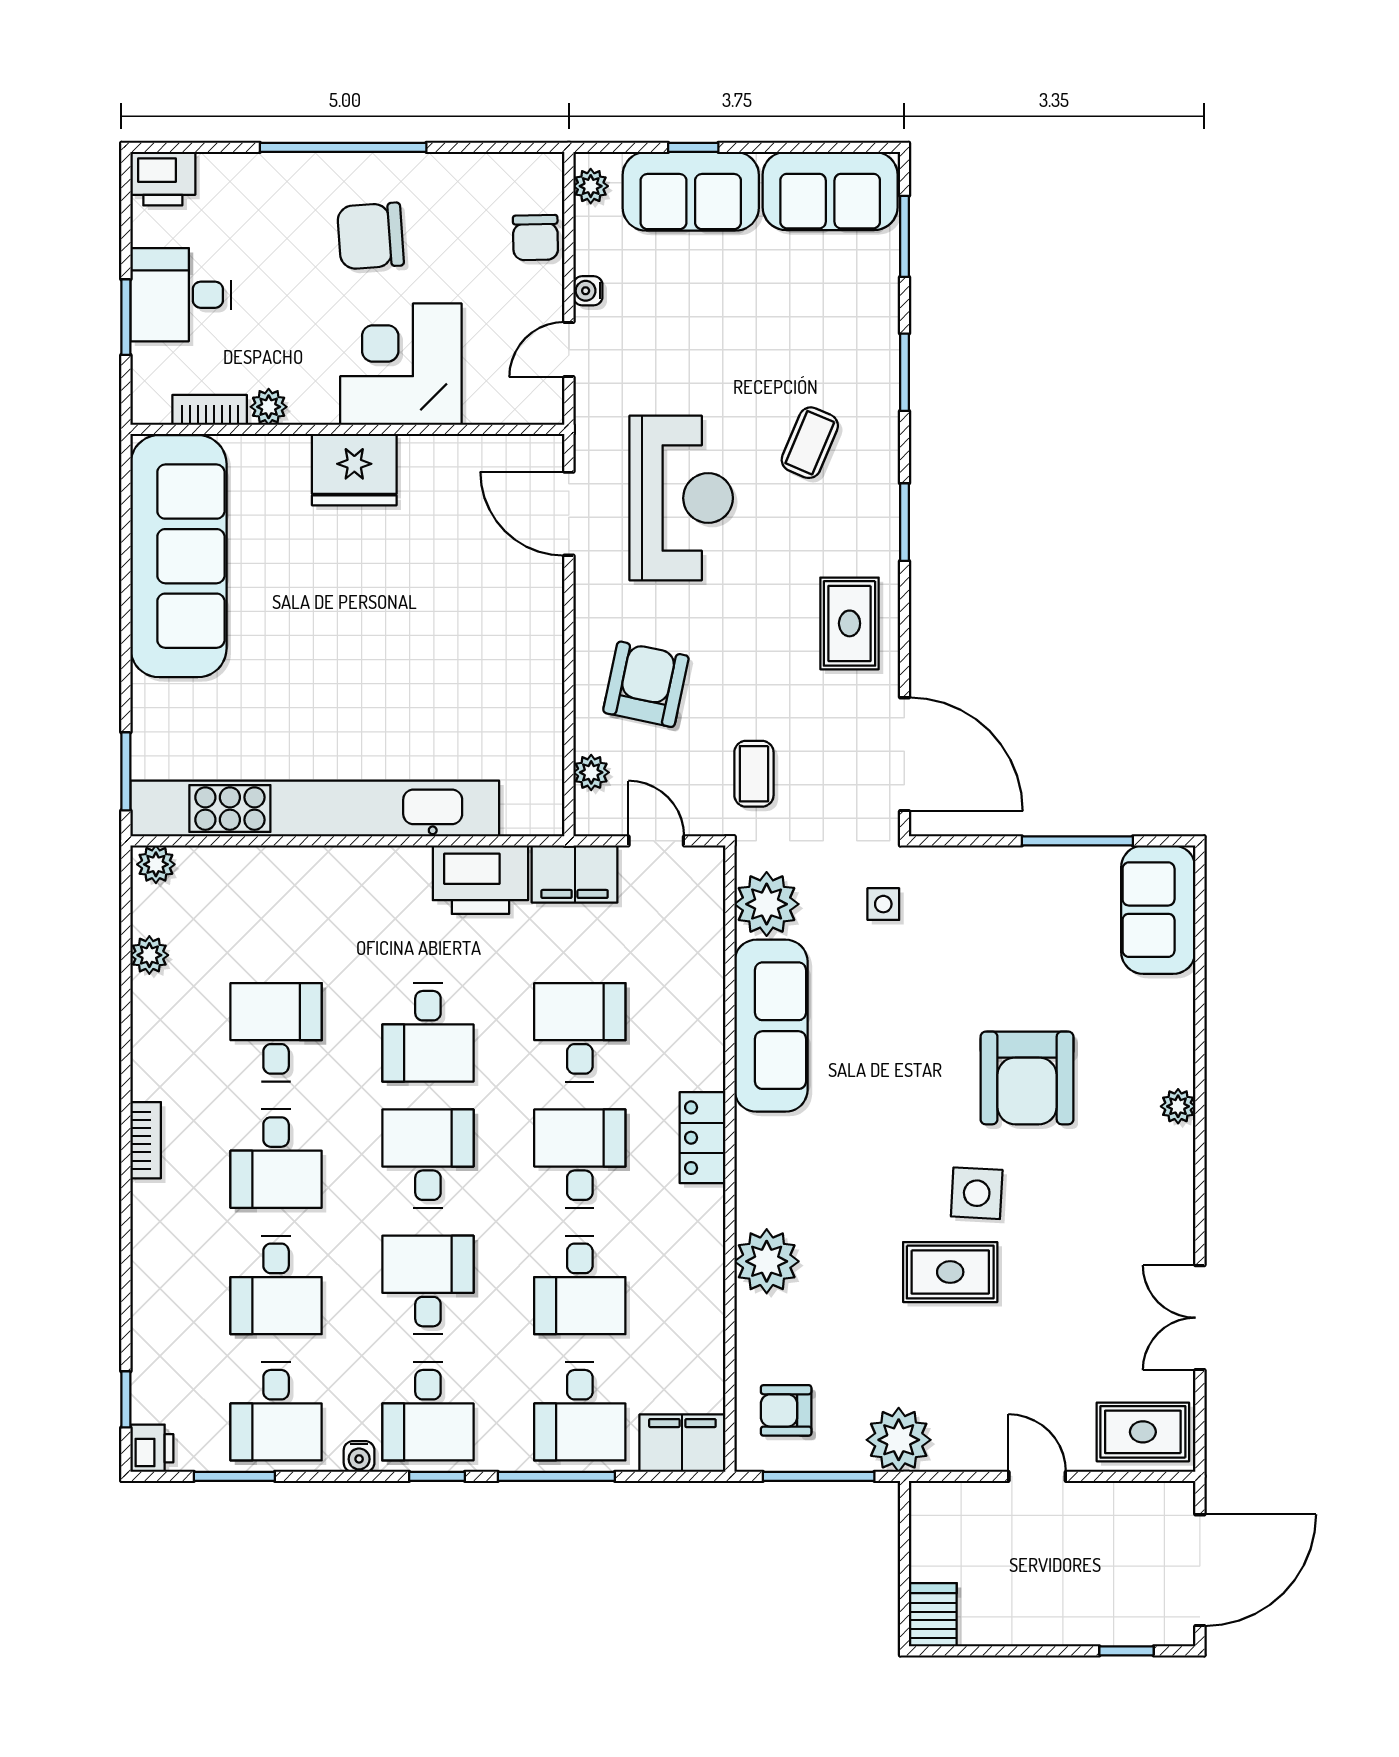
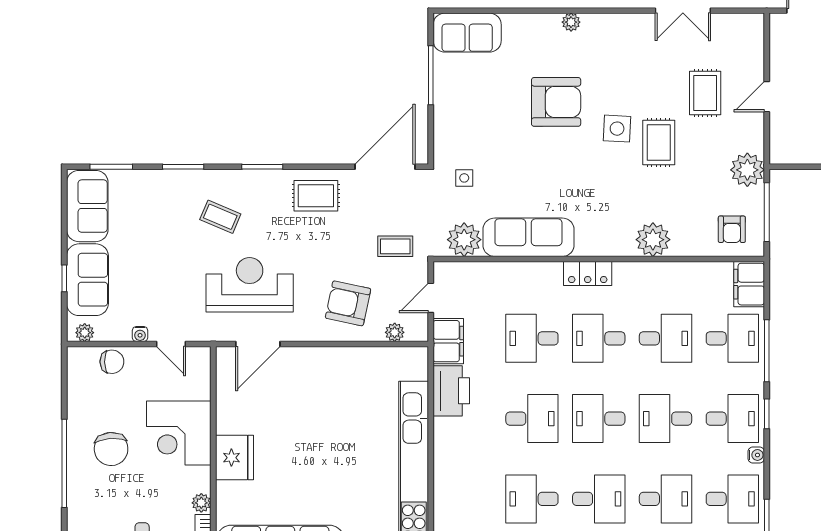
rug: (1143, 1432) -> (705, 93), moved

